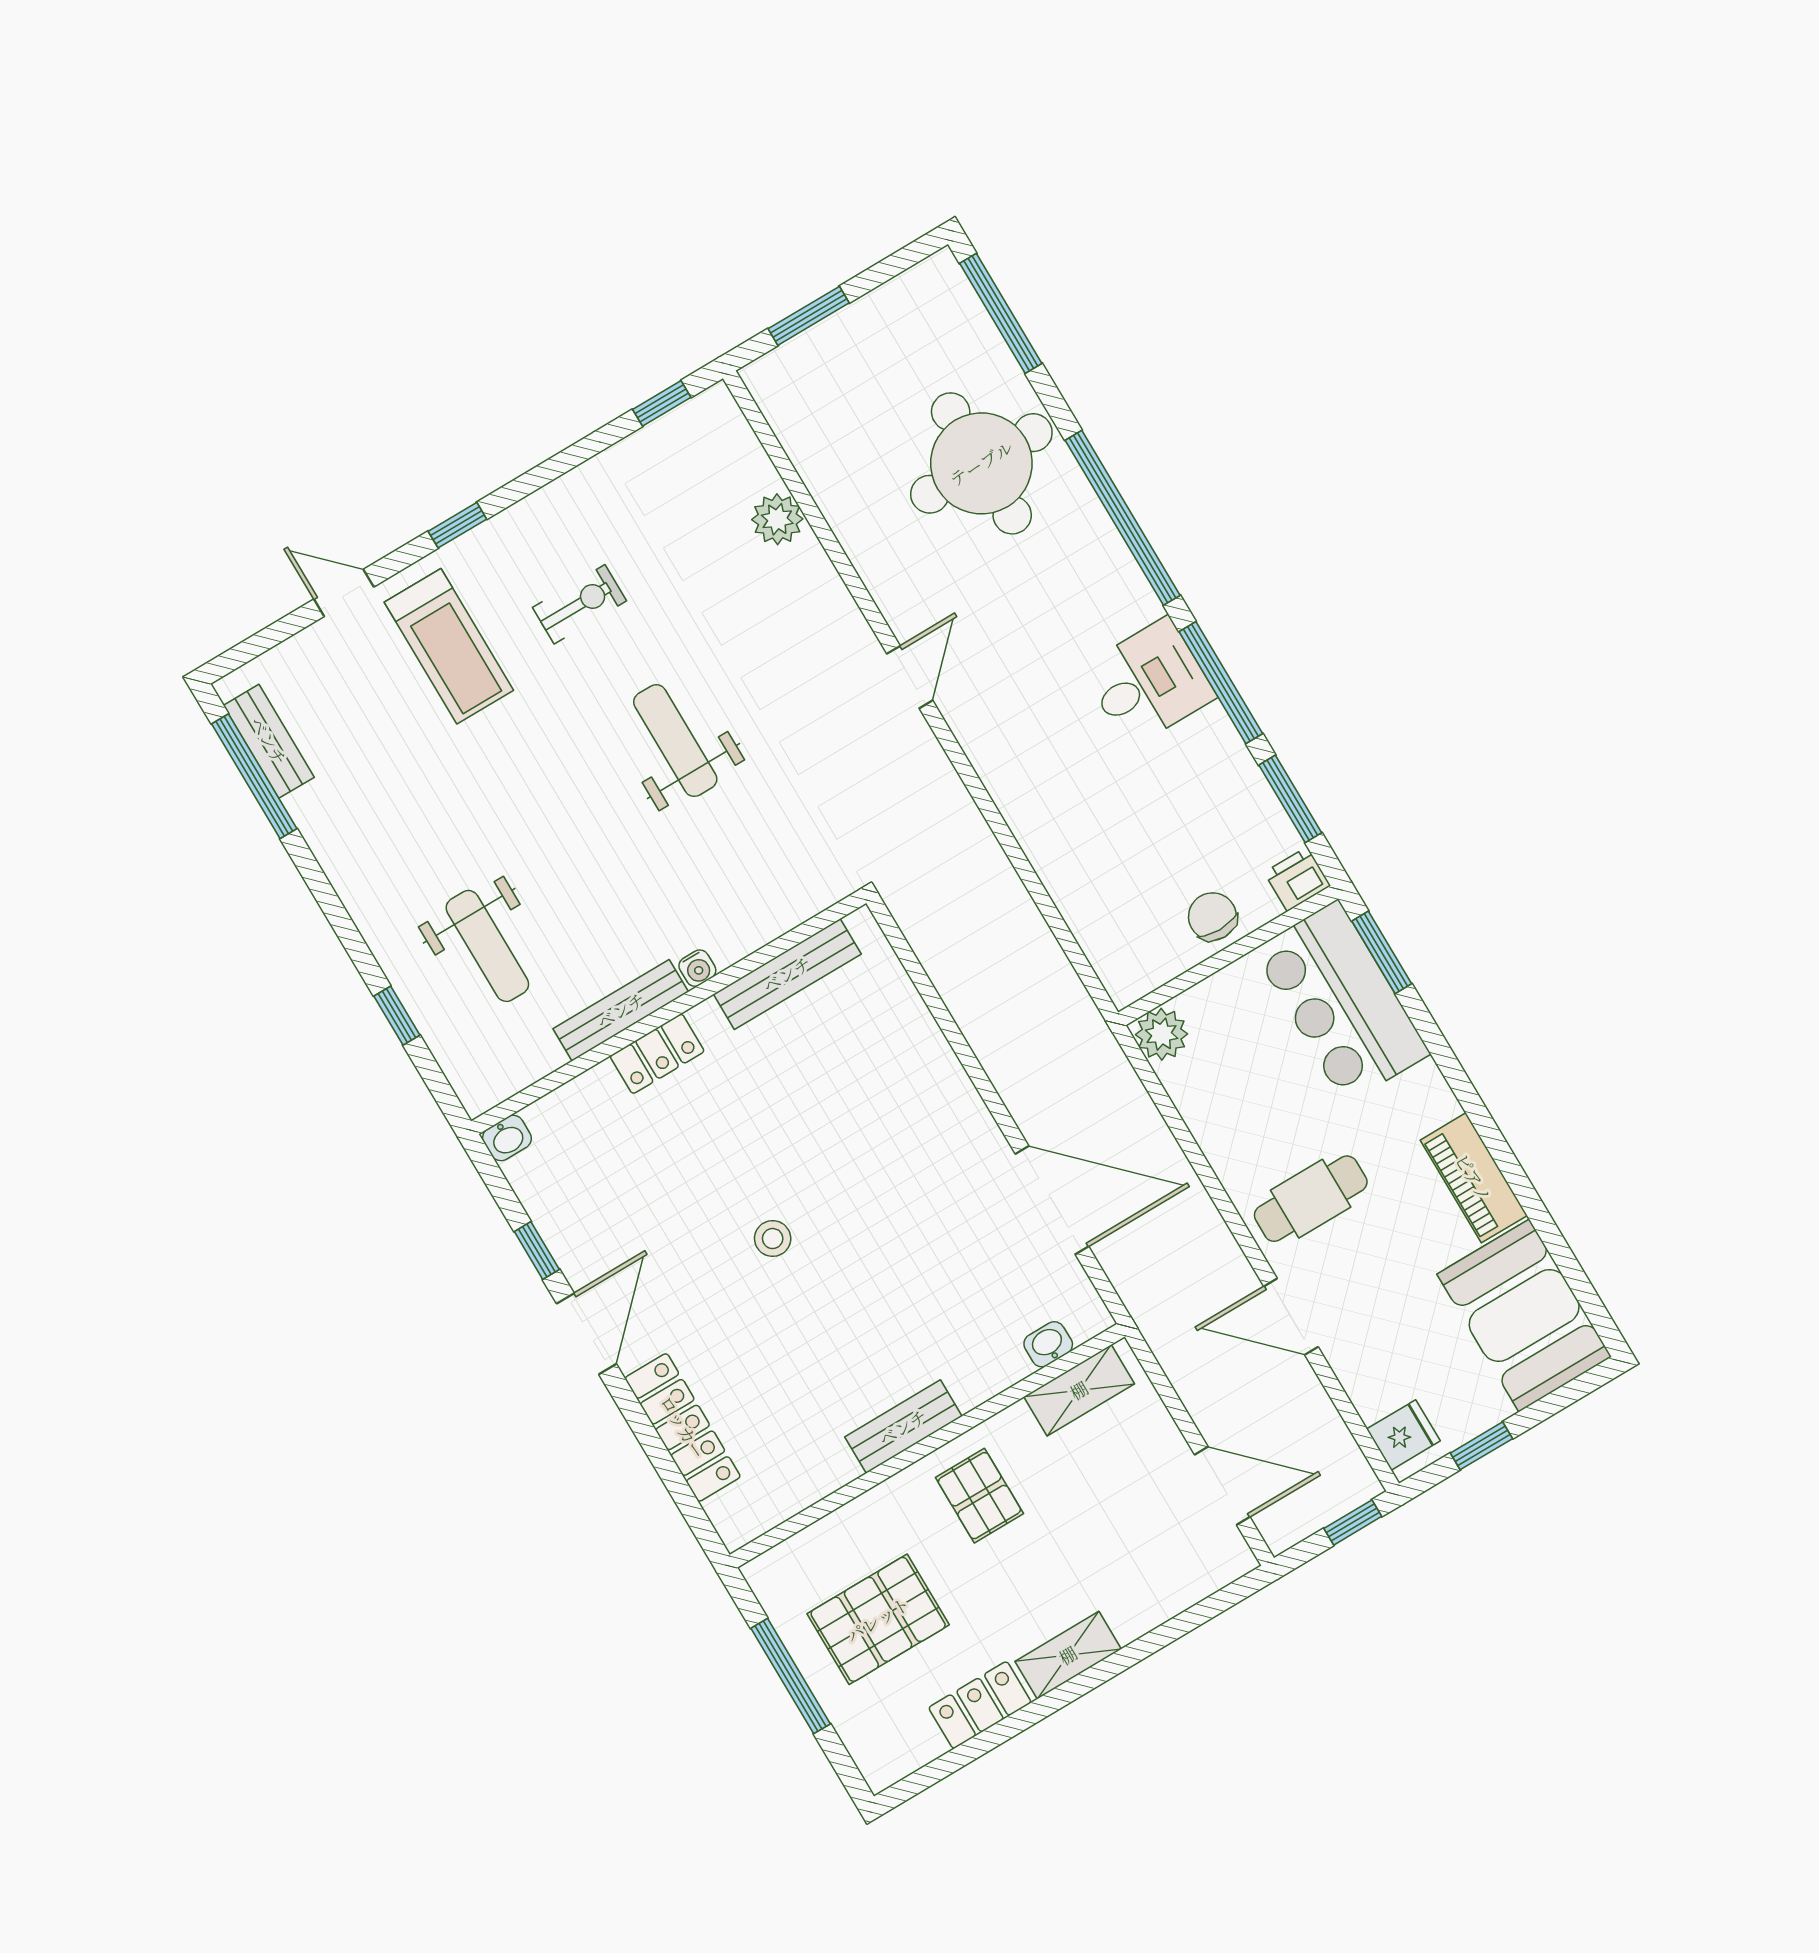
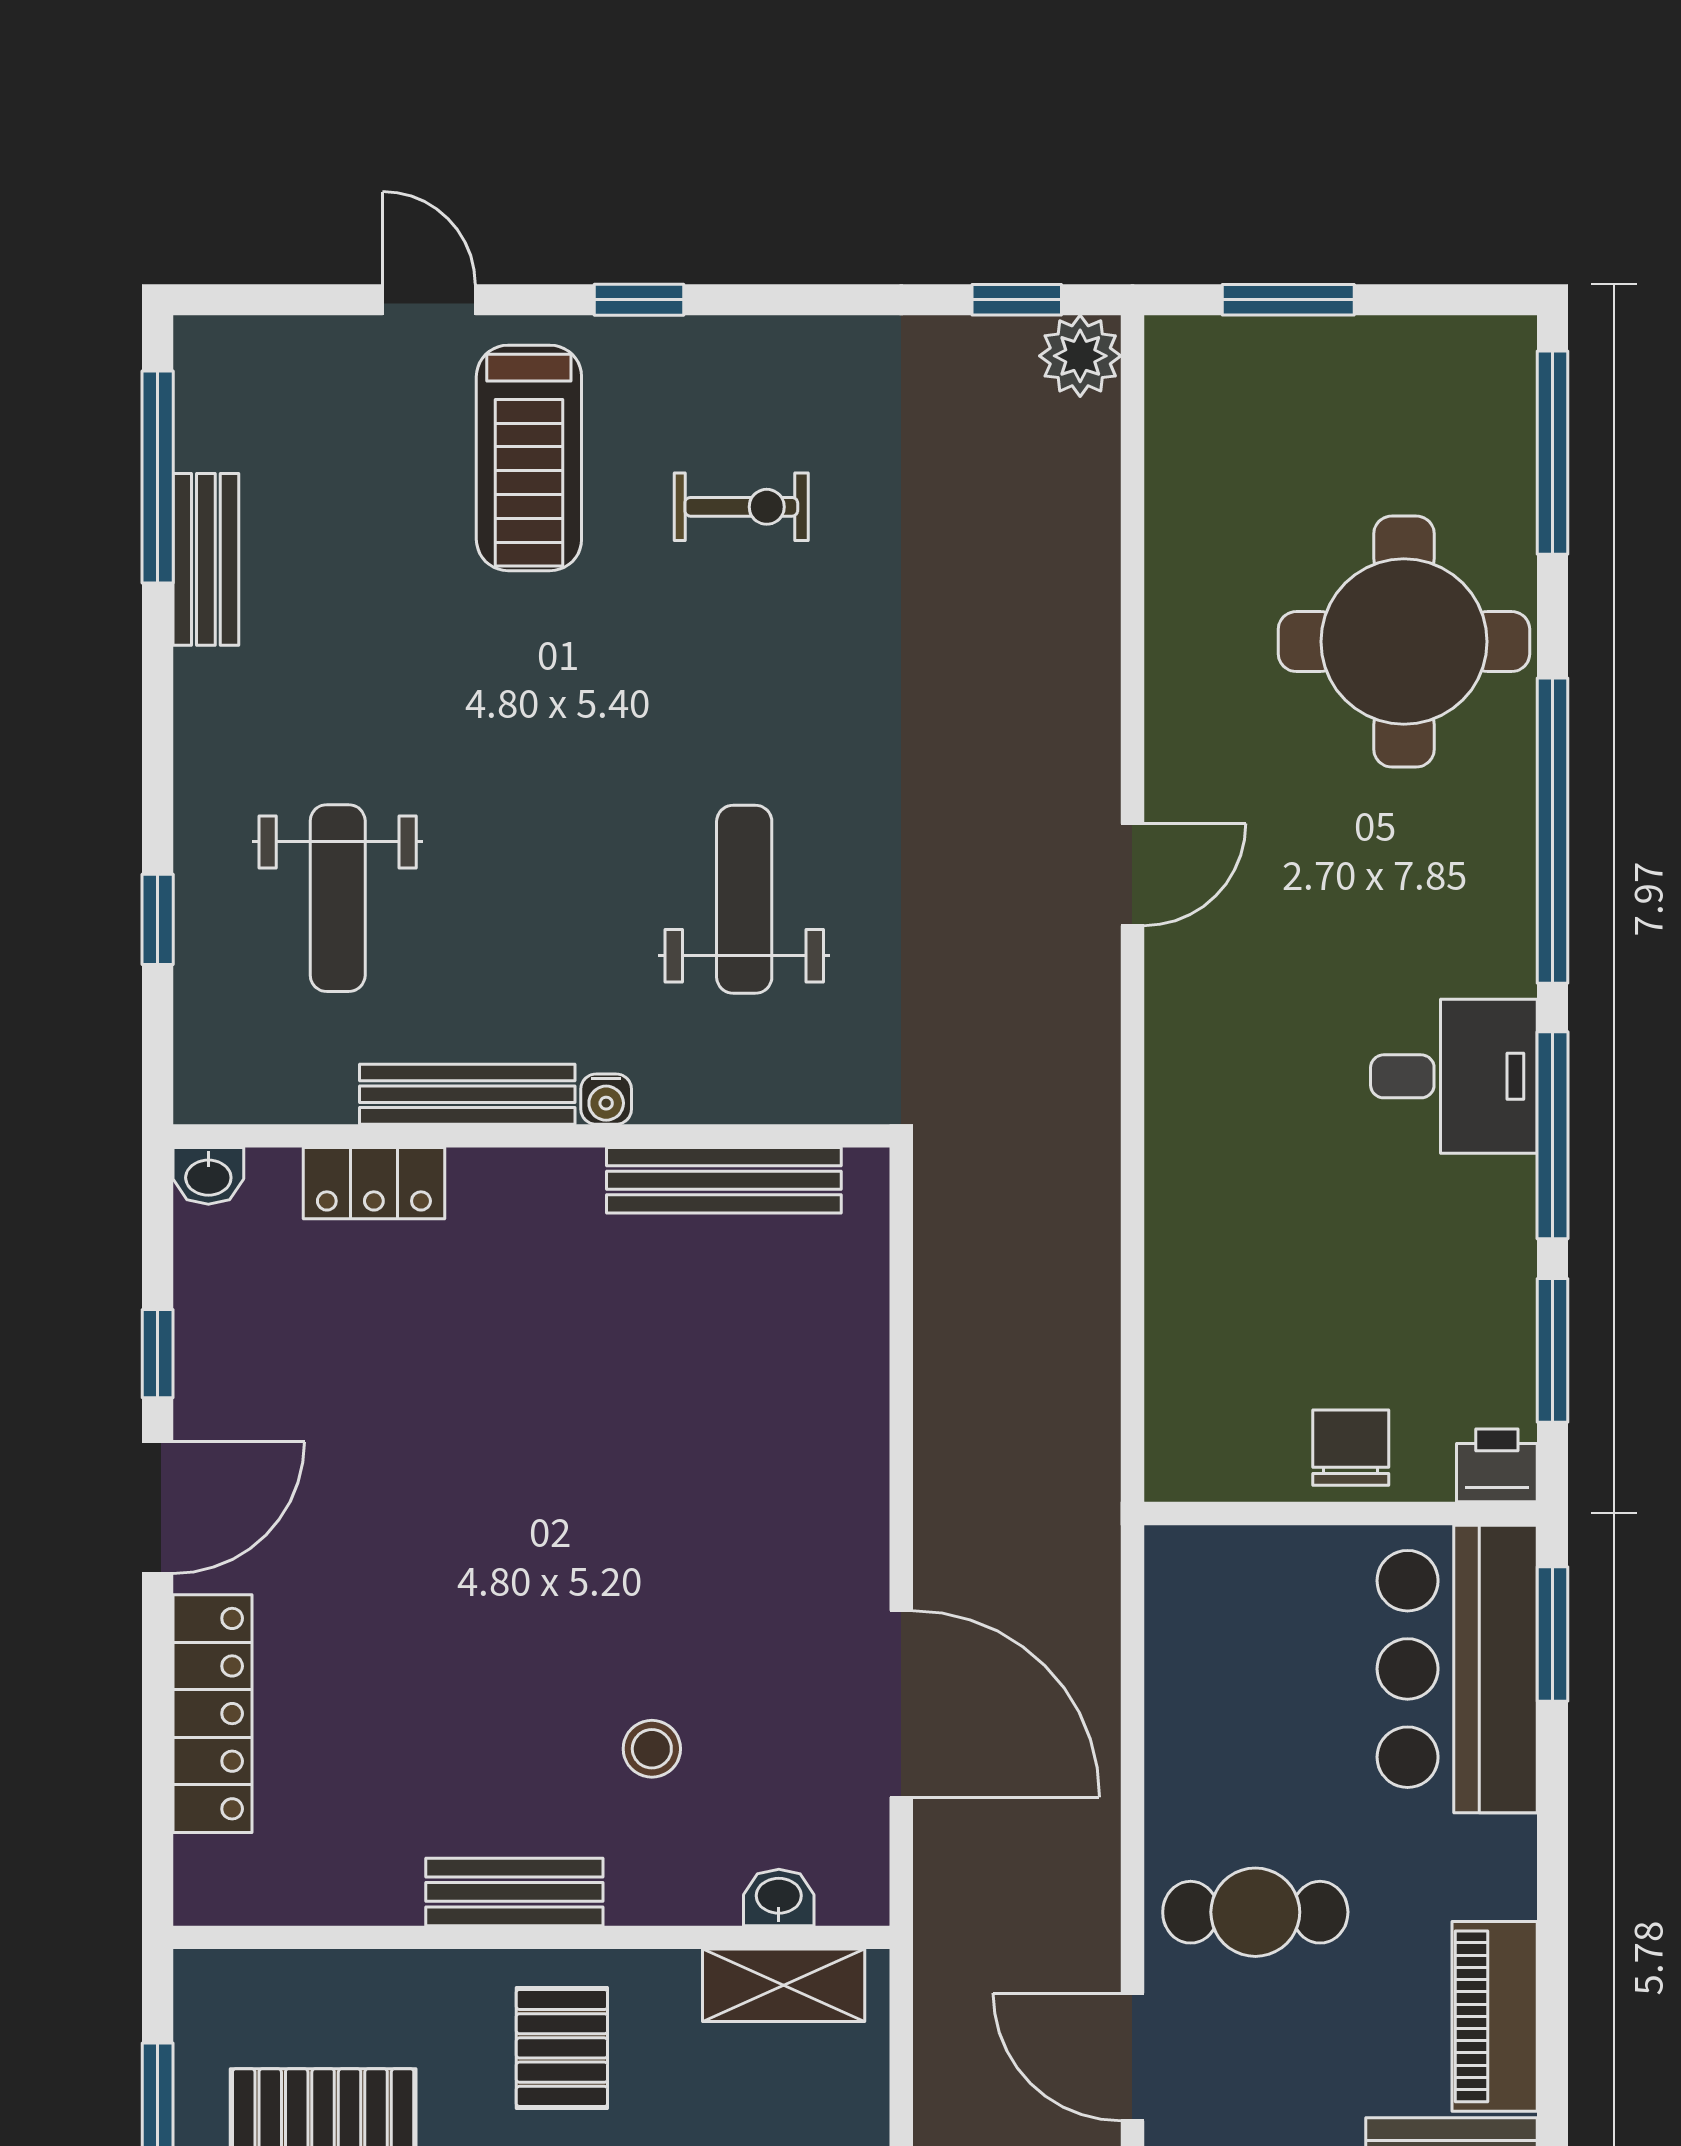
plant: (777, 519) -> (1080, 356), moved
bench: (269, 741) -> (206, 559), moved
weight bench: (675, 741) -> (744, 899), moved
plant: (1162, 1034) -> (1186, 1567), removed
locker: (657, 1054) -> (374, 1183), moved
stool: (773, 1239) -> (652, 1749), moved

